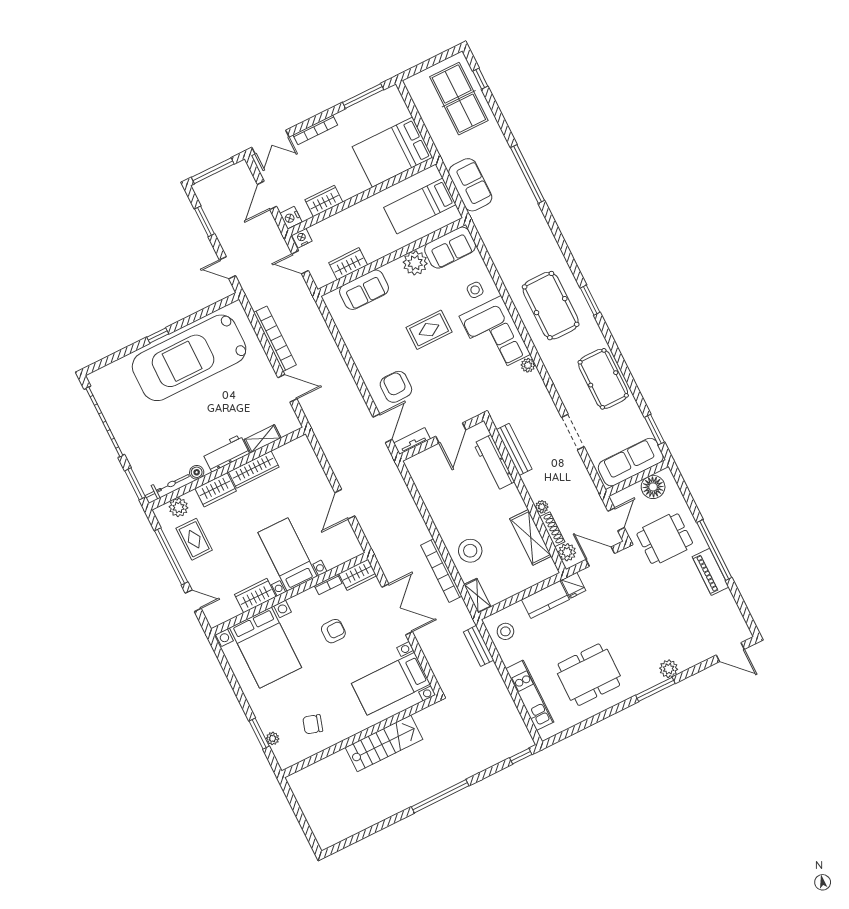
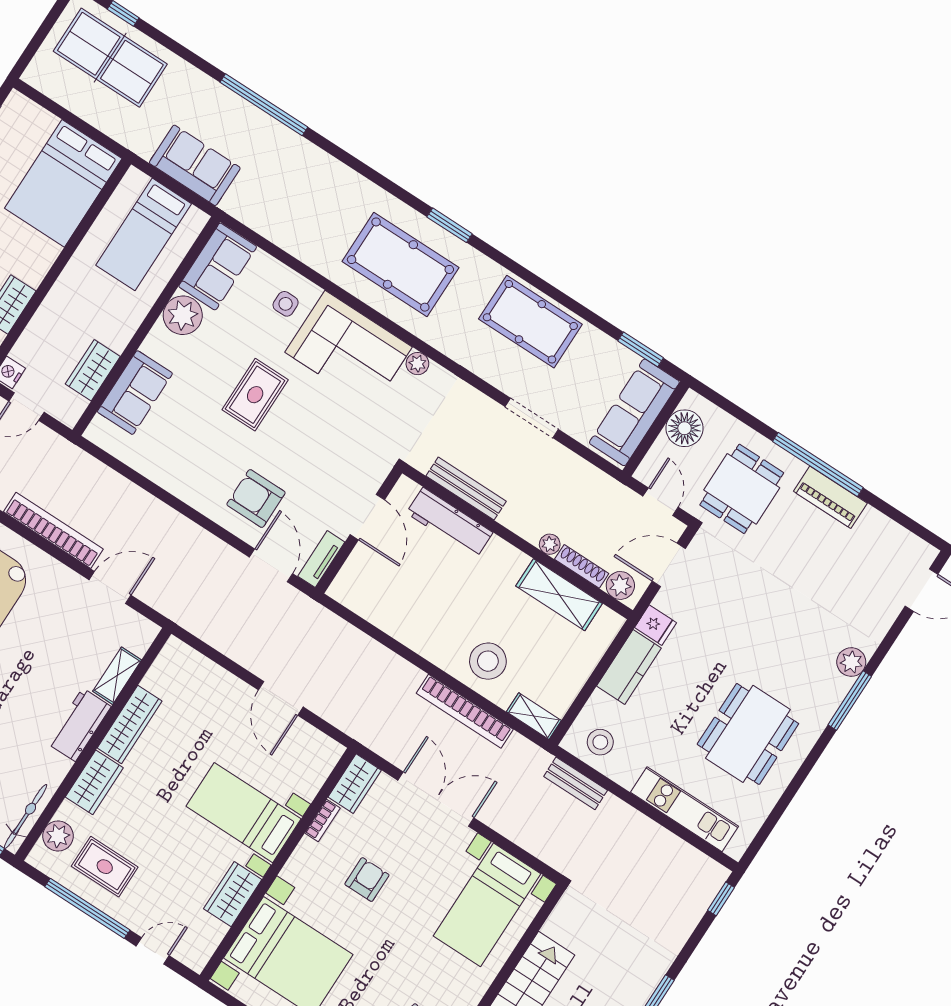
boiler: (197, 472) -> (54, 774), removed

